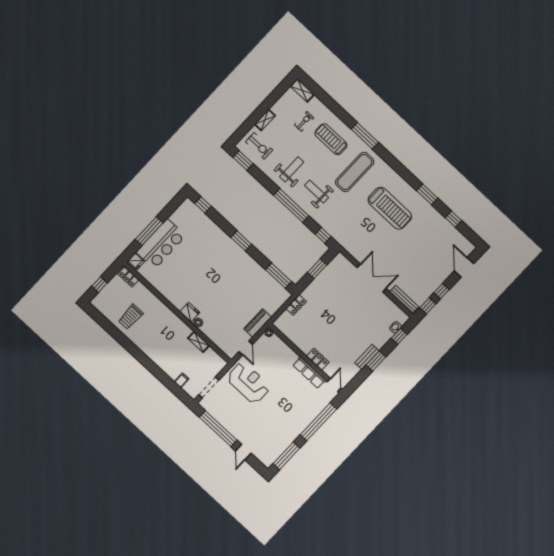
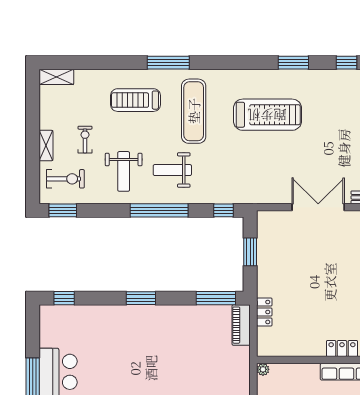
exercise bike: (304, 121) -> (85, 140), moved
weight bench: (292, 169) -> (124, 171), turned 180
piano: (258, 323) -> (241, 325), moved

